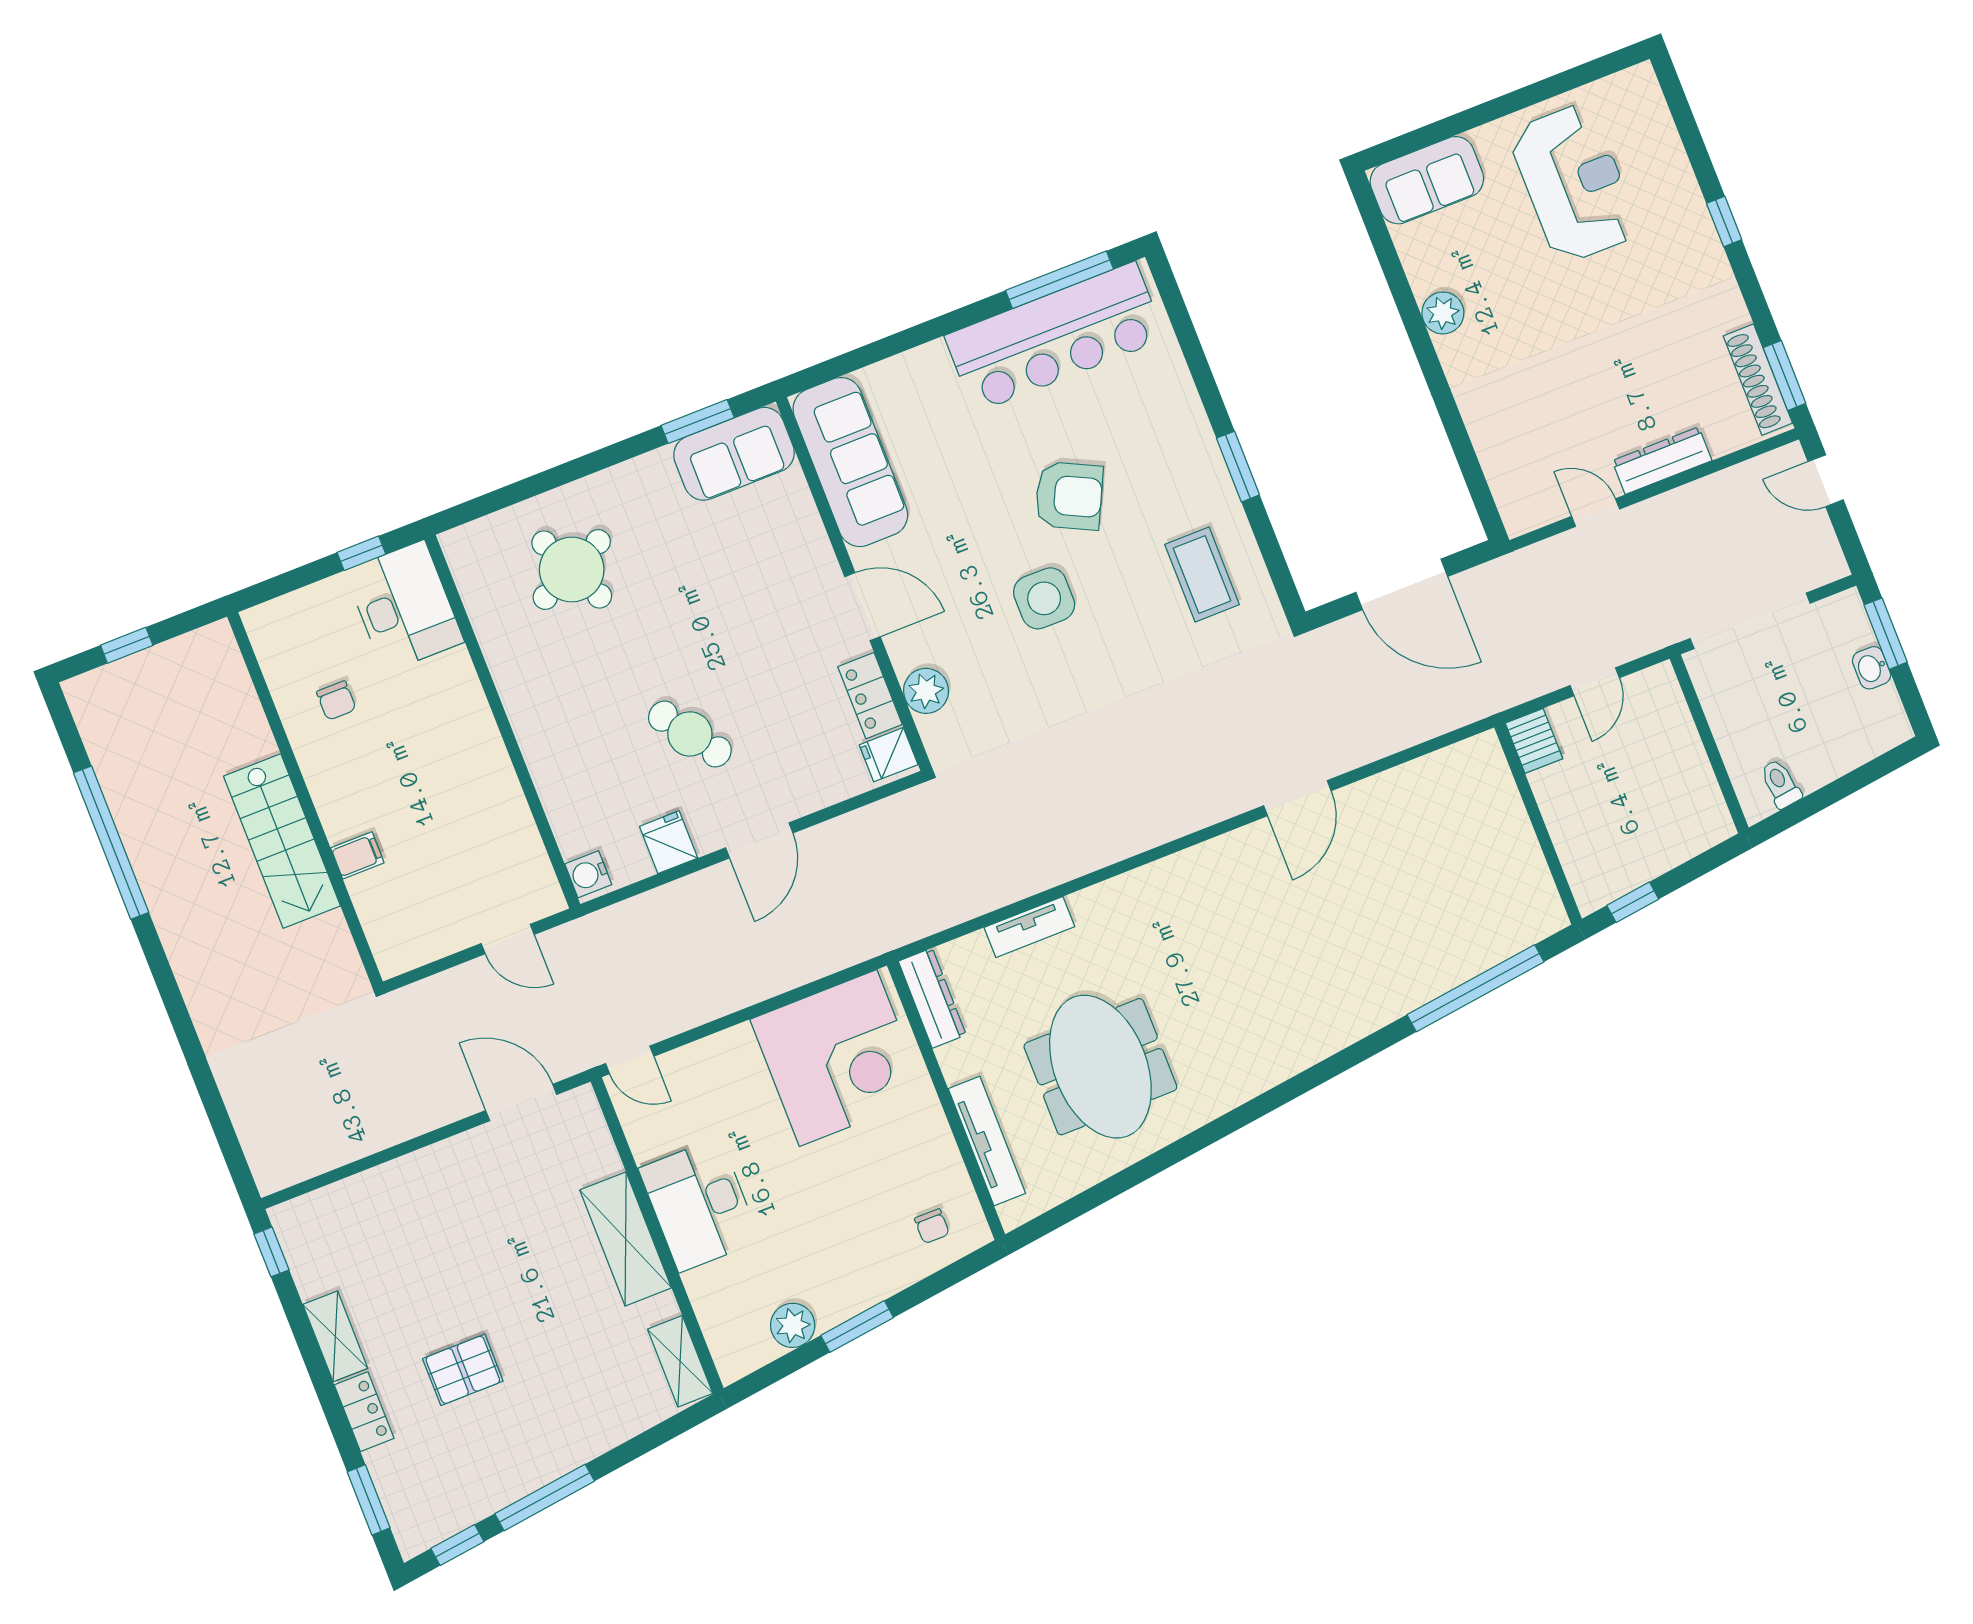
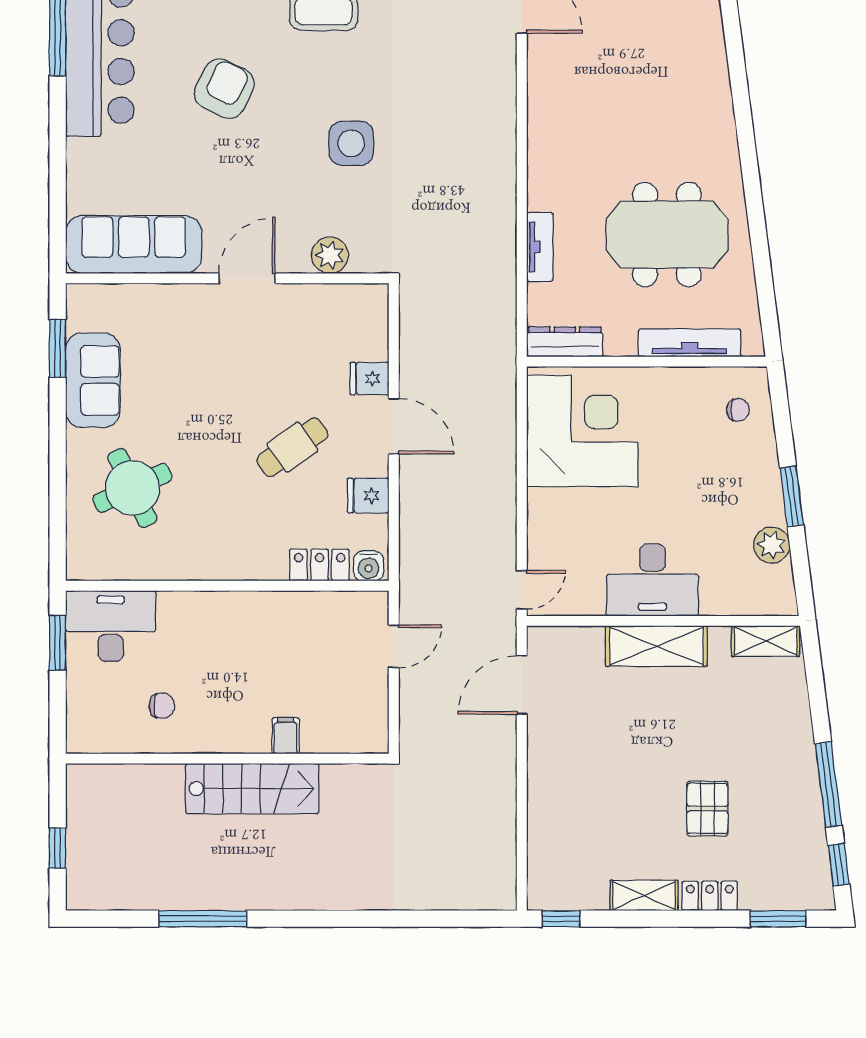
sofa: (734, 454) -> (93, 380), moved
window: (361, 553) -> (58, 643), width x1.50
side table: (1044, 598) -> (351, 143), moved
locker: (870, 696) -> (319, 565), moved, turned 180
fridge: (889, 755) -> (370, 379), moved, turned 90
window: (111, 843) -> (203, 919), width x0.68

